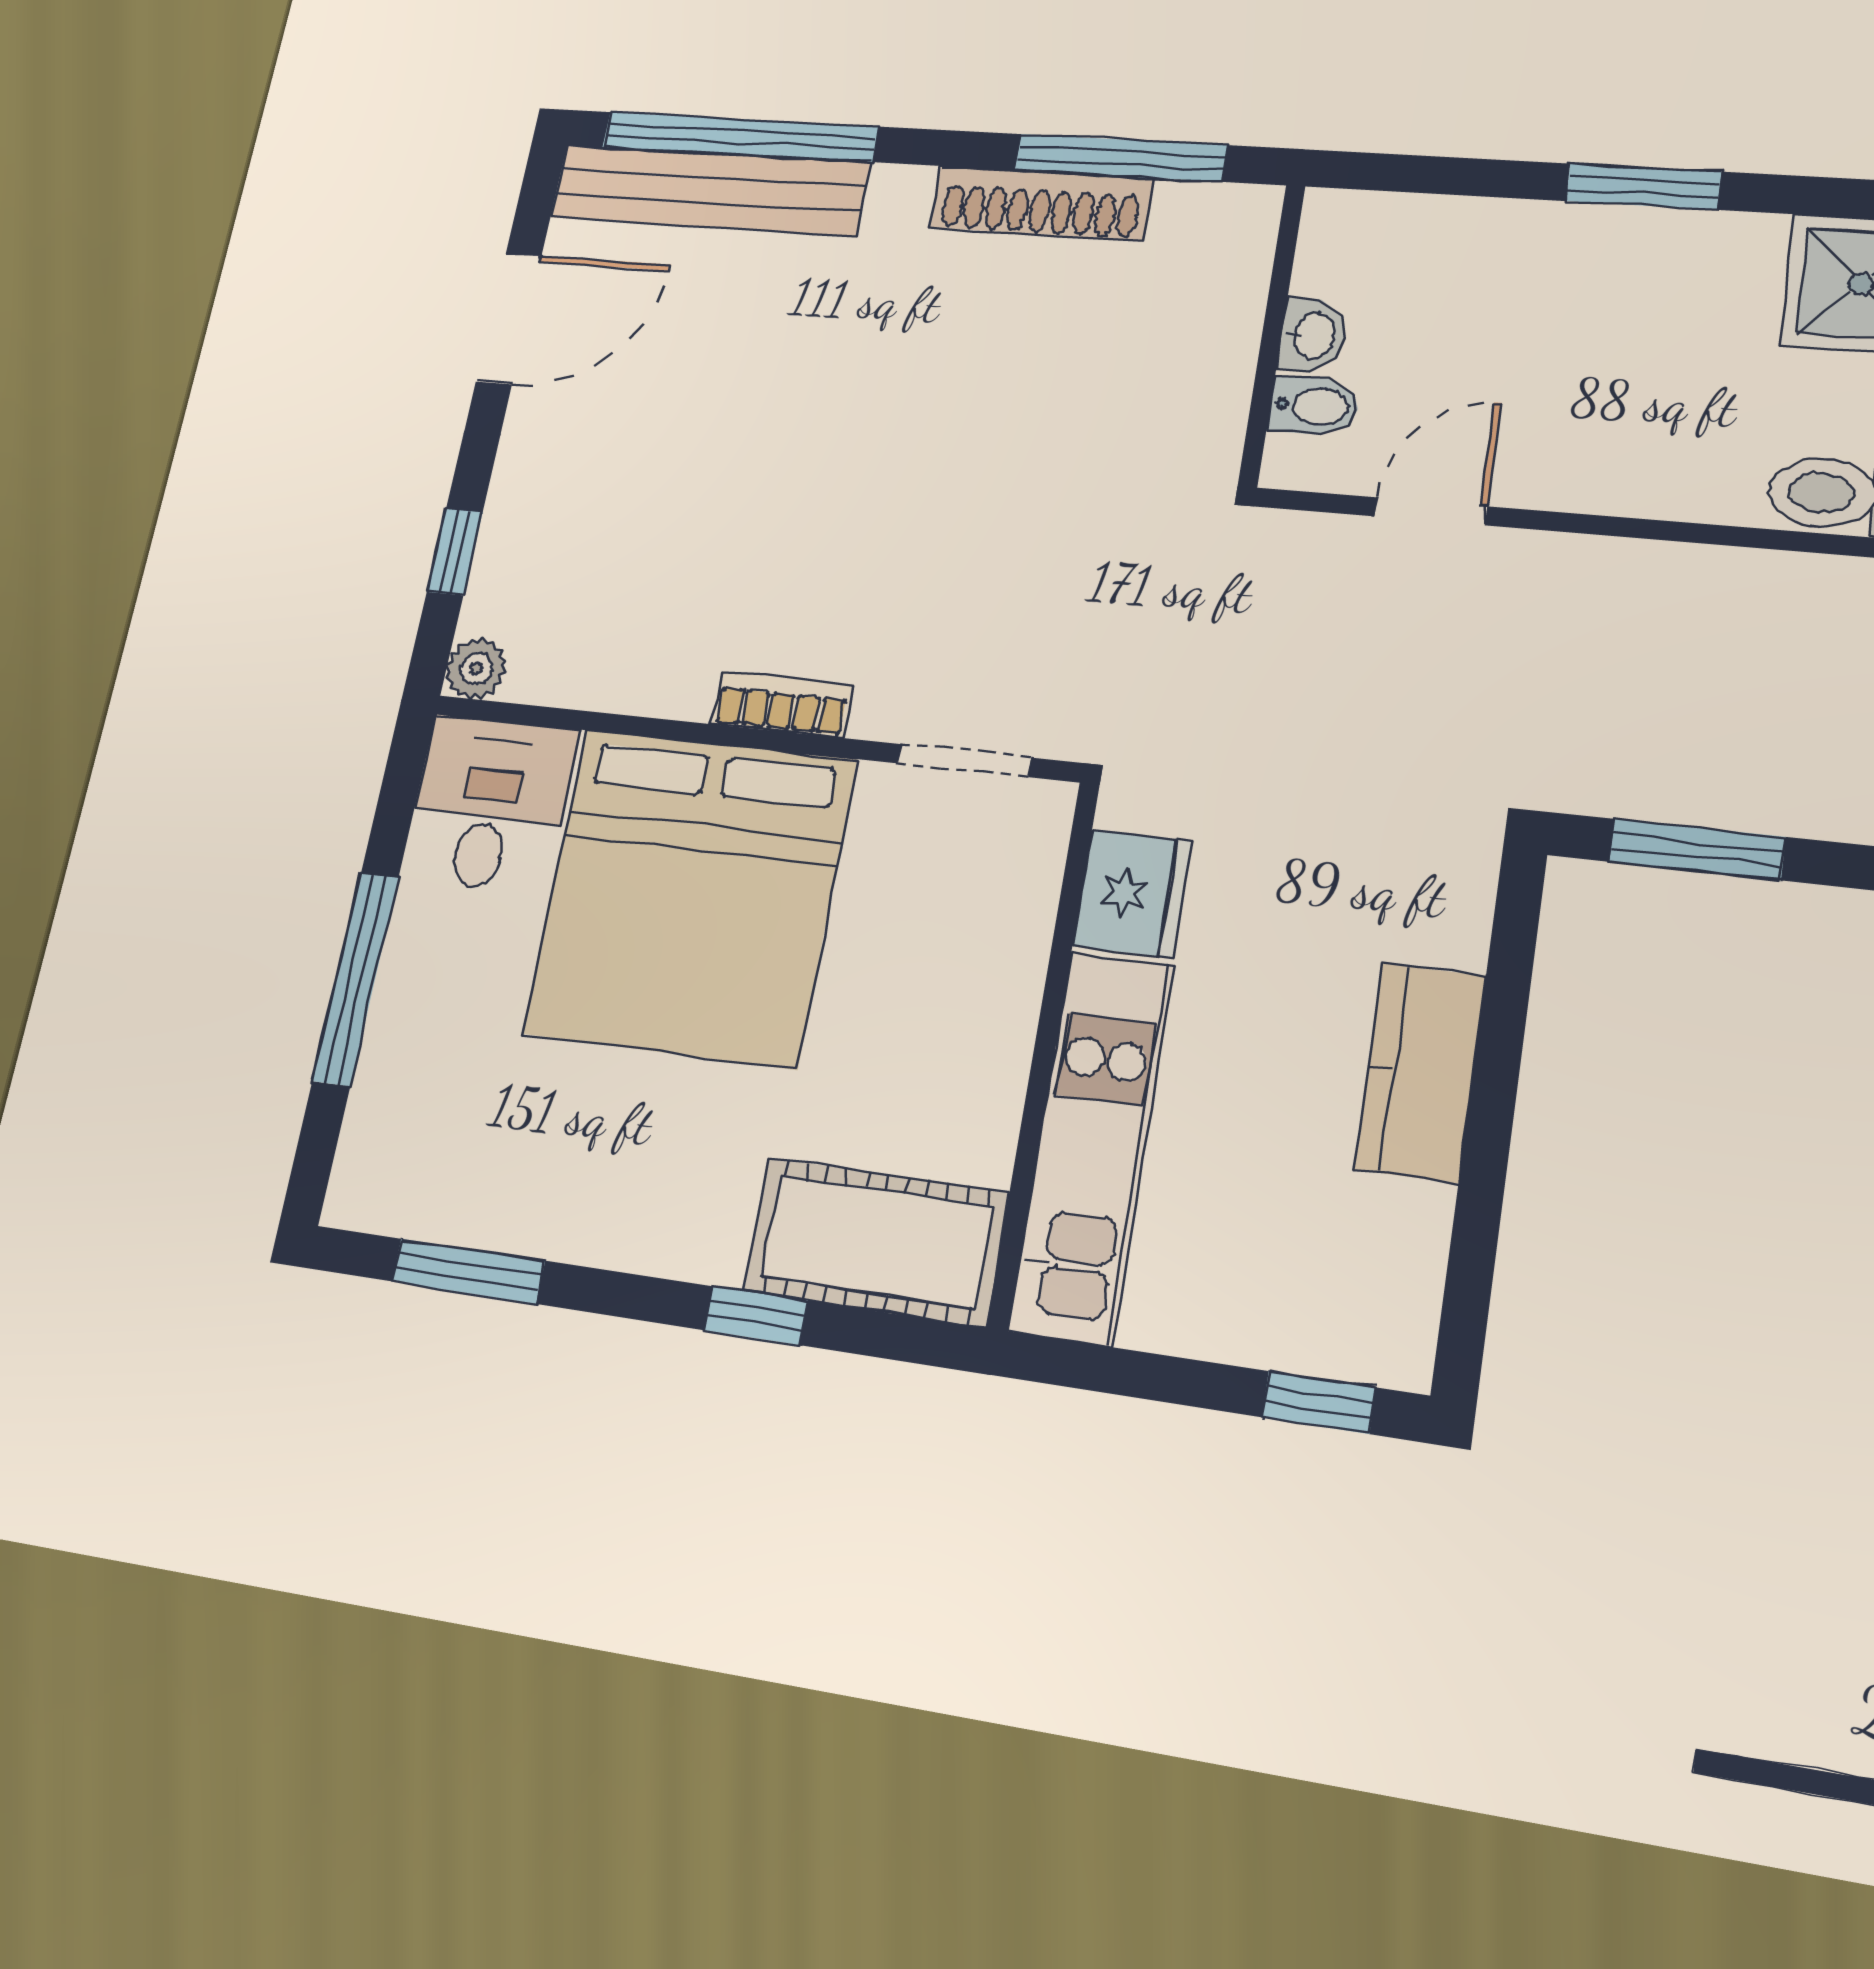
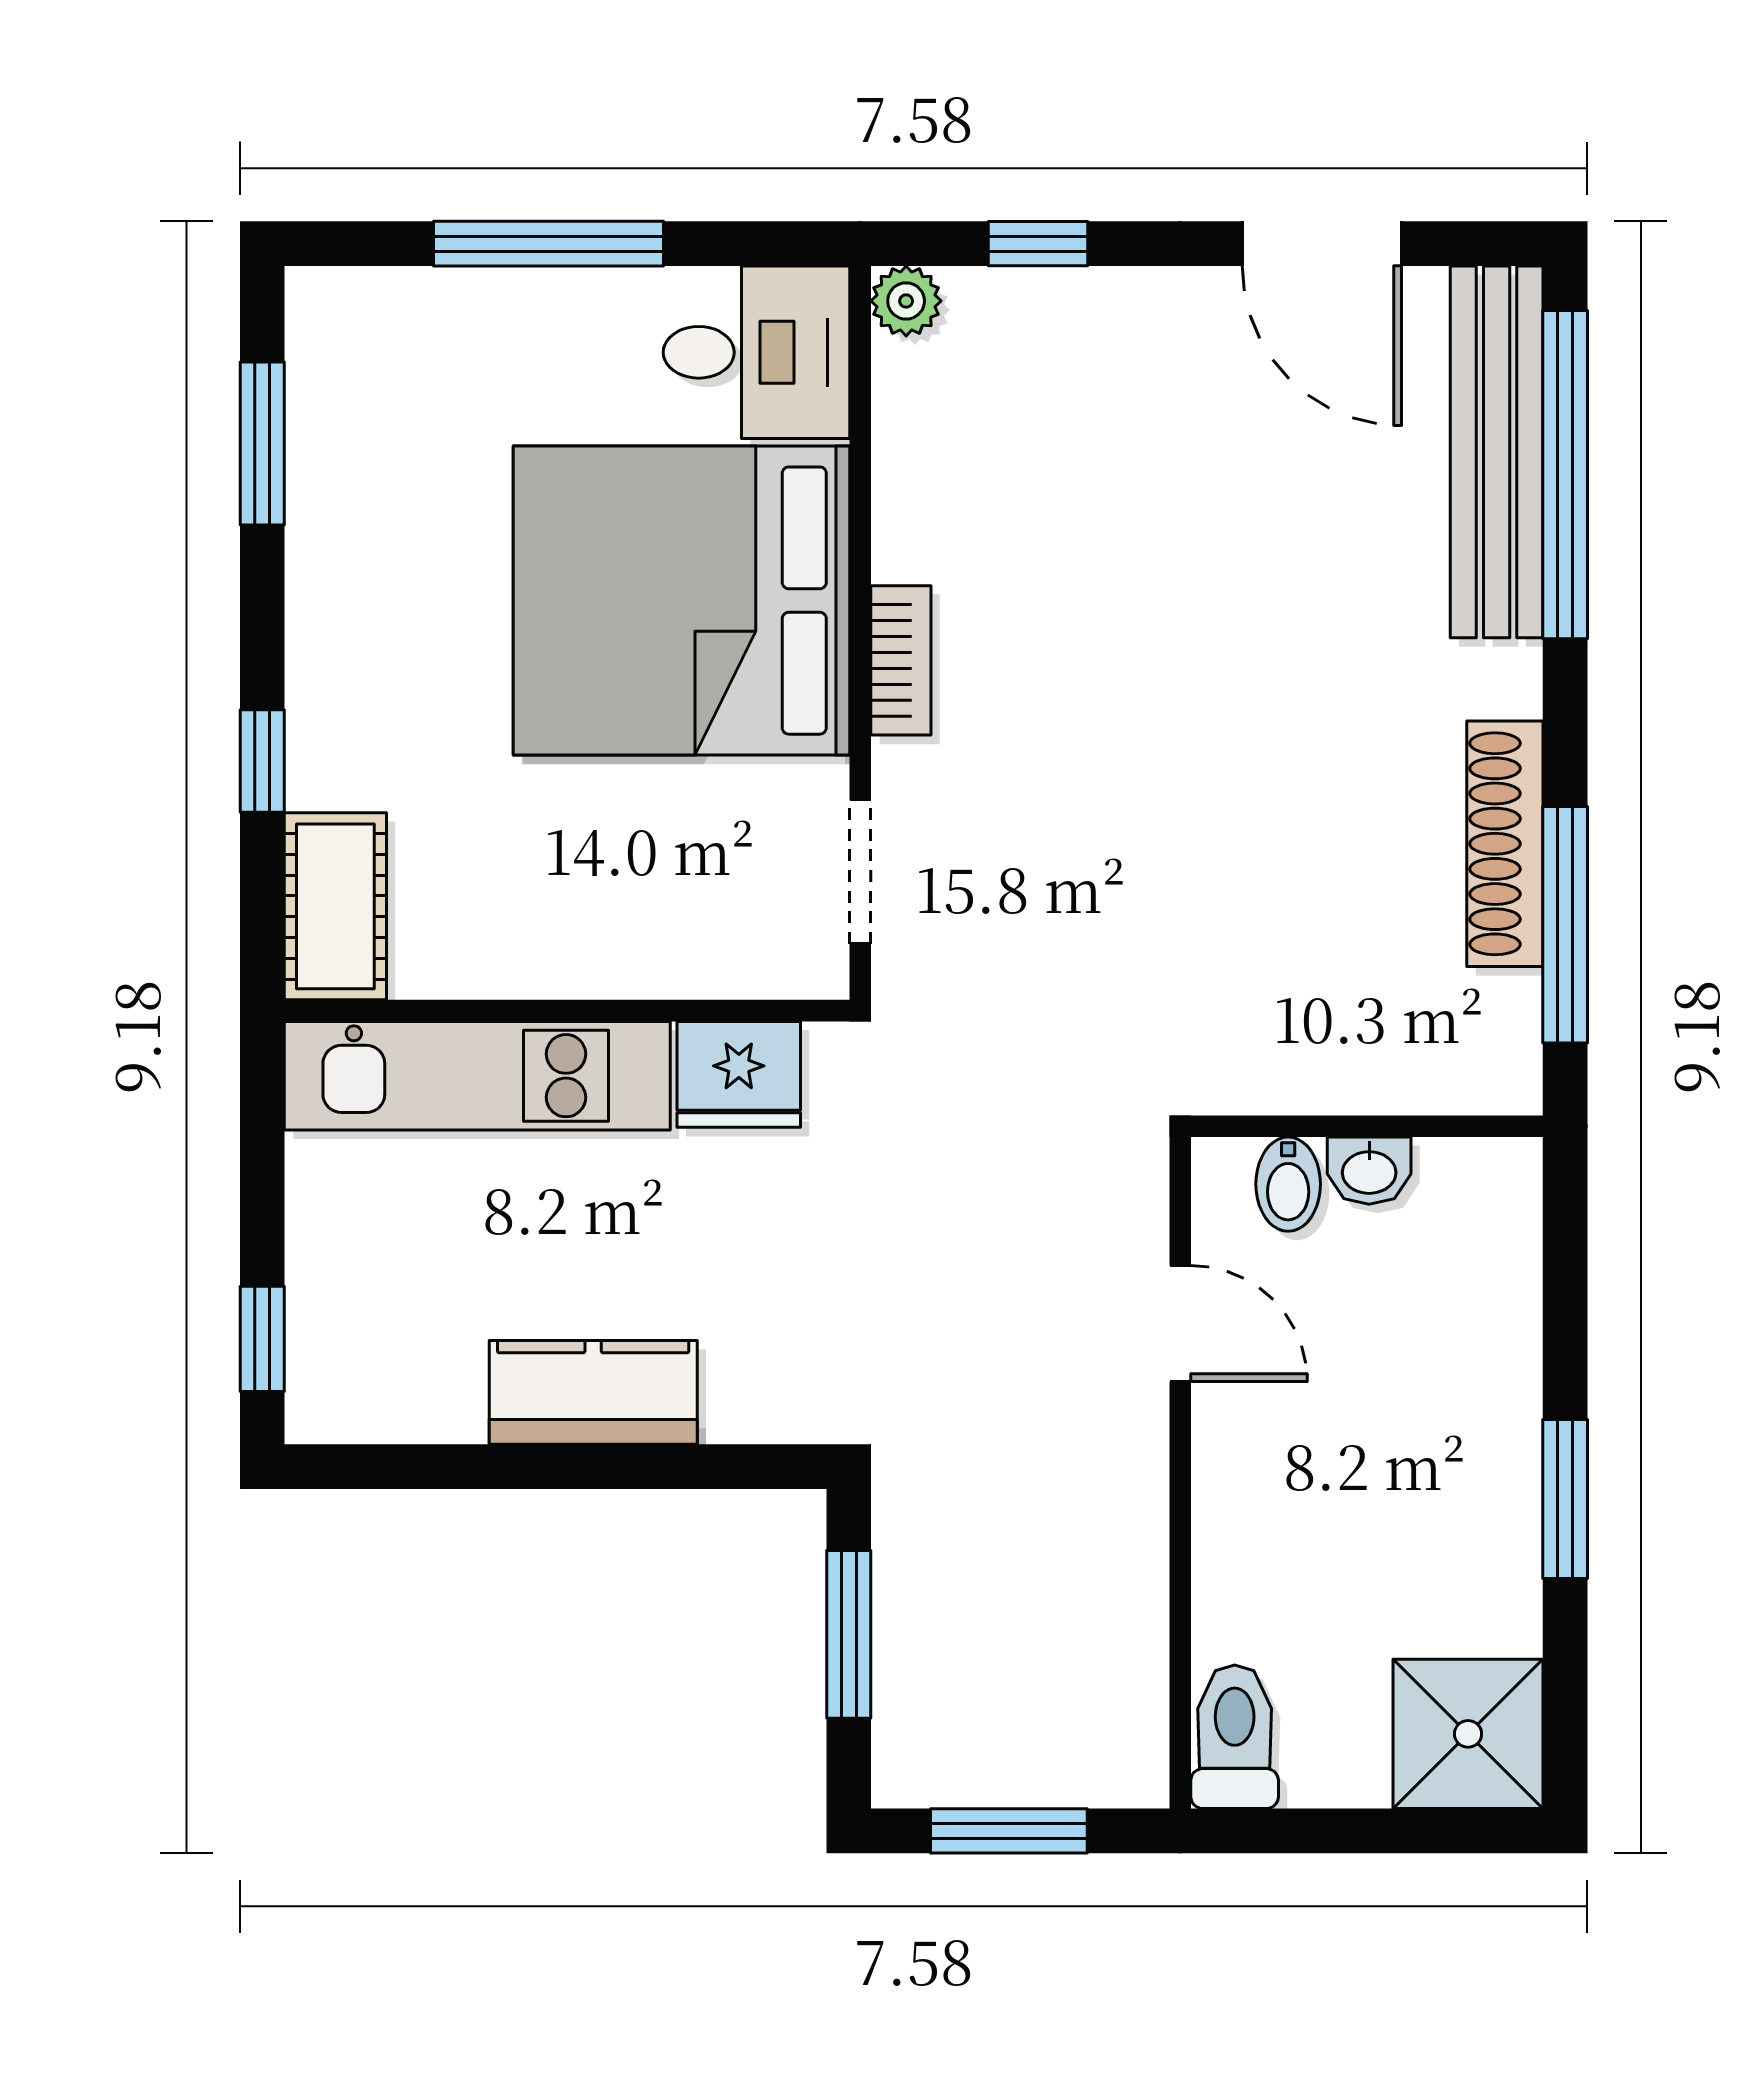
cot: (876, 1242) -> (335, 906), width x0.73, depth x0.75

